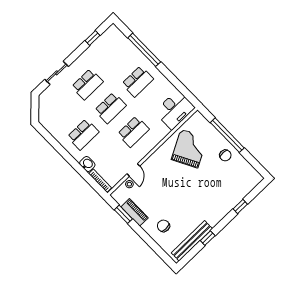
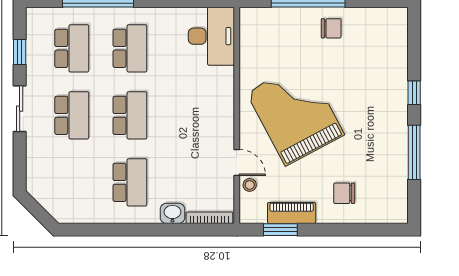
sliding door: (57, 73) -> (20, 109), moved
school desk: (133, 132) -> (72, 48), moved
grand piano: (189, 149) -> (295, 113), moved, width x1.37, depth x1.48
window: (240, 206) -> (414, 93), moved
window: (208, 238) -> (414, 152), width x2.17
bench: (192, 241) -> (398, 176), removed

